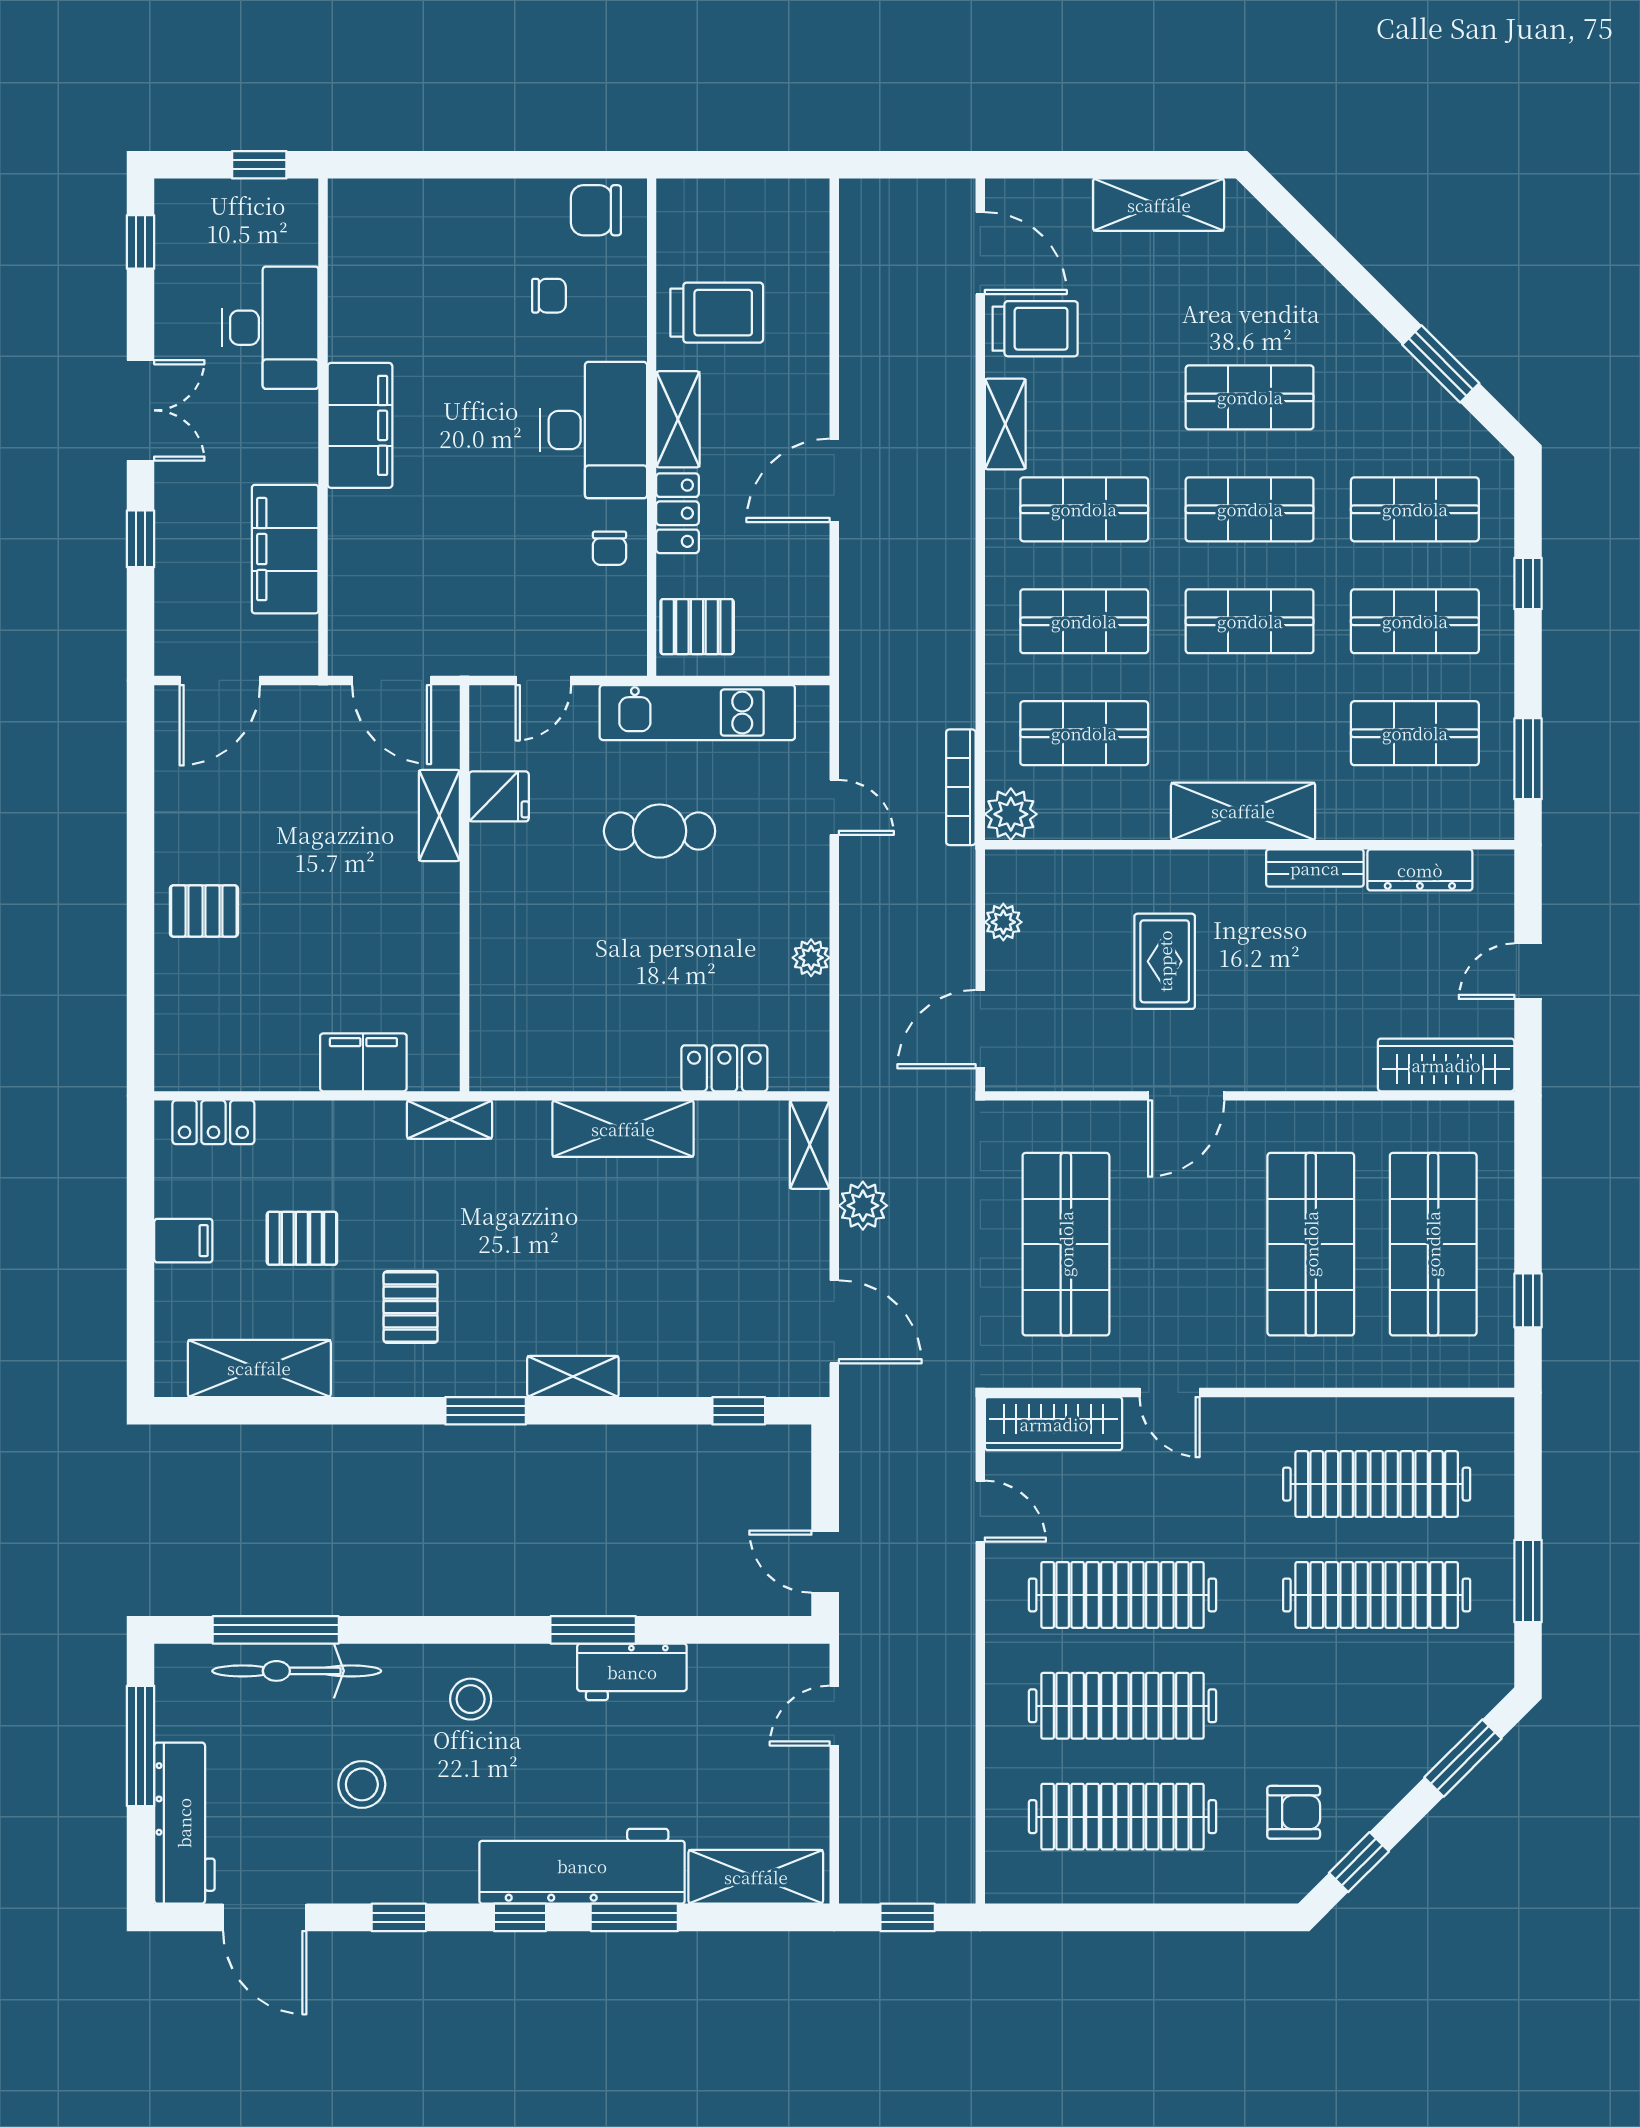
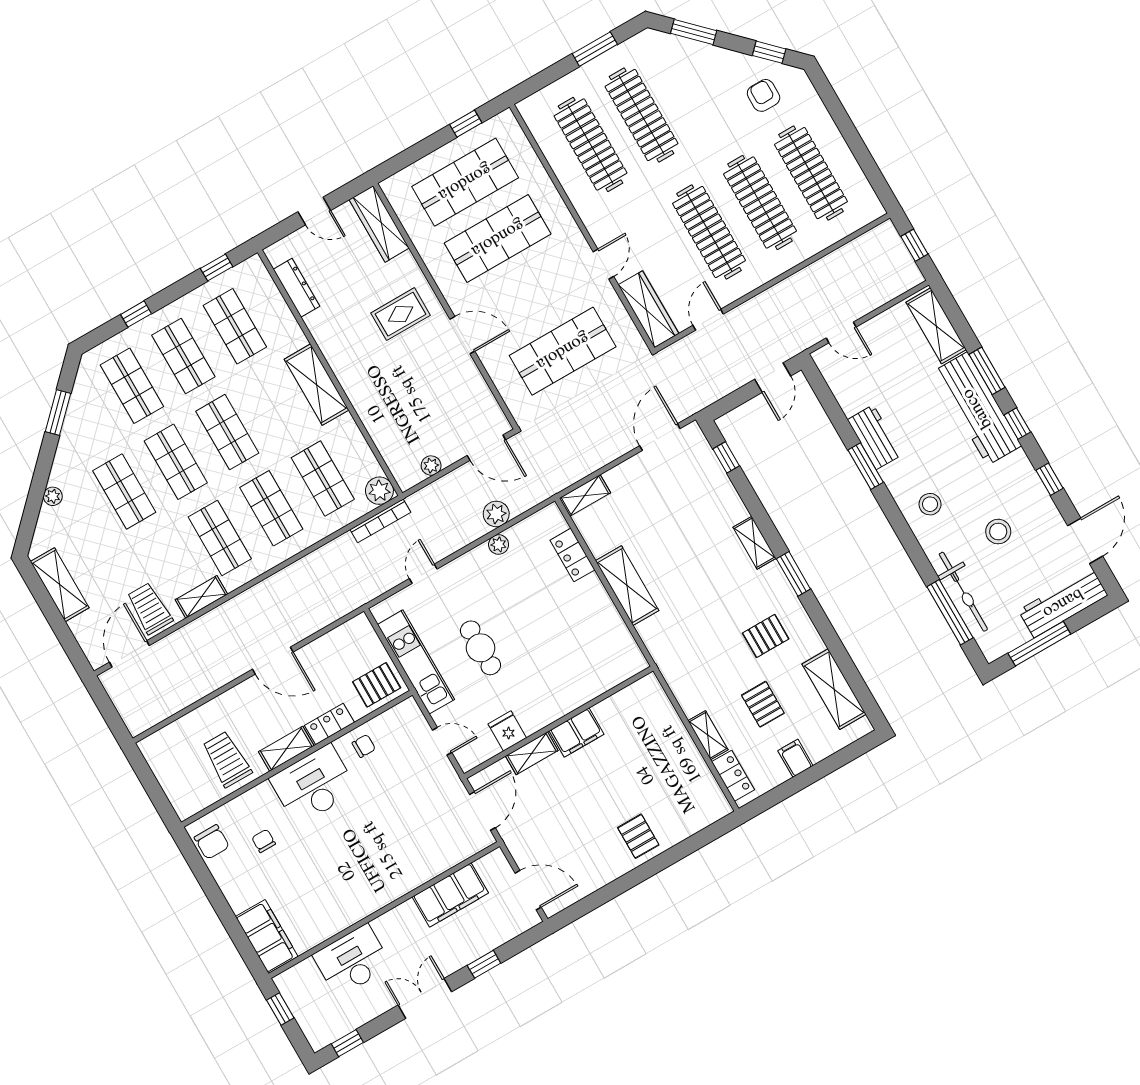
plant: (1309, 276) -> (53, 496), added
filing cabinet: (360, 425) -> (267, 937), moved, turned 90
pallet: (697, 627) -> (377, 685), turned 90
window: (1528, 759) -> (217, 268), width x0.67
bench: (1315, 868) -> (323, 336), removed
rug: (1165, 961) -> (401, 314), moved
filing cabinet: (363, 1062) -> (577, 733), moved, turned -90
shelving: (450, 1120) -> (708, 735), moved
plant: (863, 1206) -> (496, 514), moved

